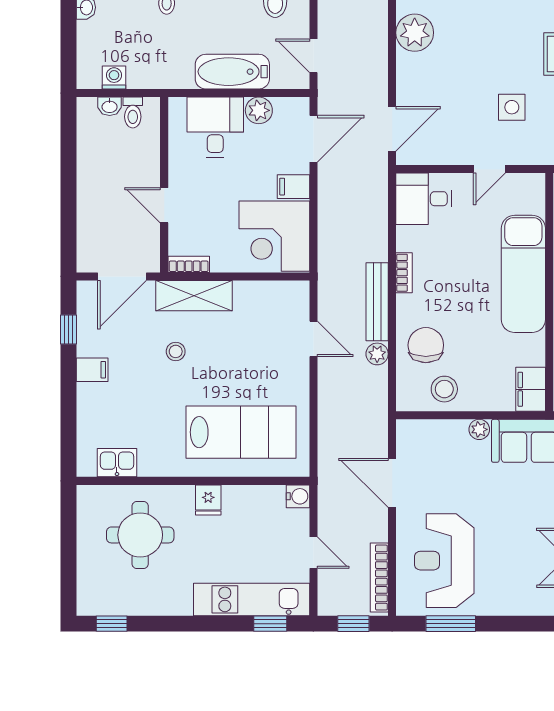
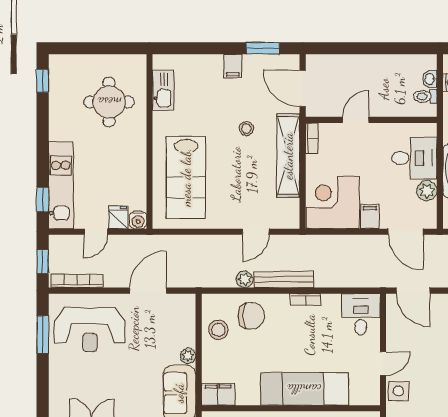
side table: (512, 107) -> (398, 391), moved
door: (489, 169) -> (383, 363), swing flipped
shelving: (194, 296) -> (288, 156), width x1.47
window: (68, 330) -> (263, 48), width x1.50
kitchen sink: (117, 463) -> (163, 90), width x1.38
fridge: (208, 500) -> (118, 217), moved, turned 90
reception desk: (444, 561) -> (90, 330), turned 180

